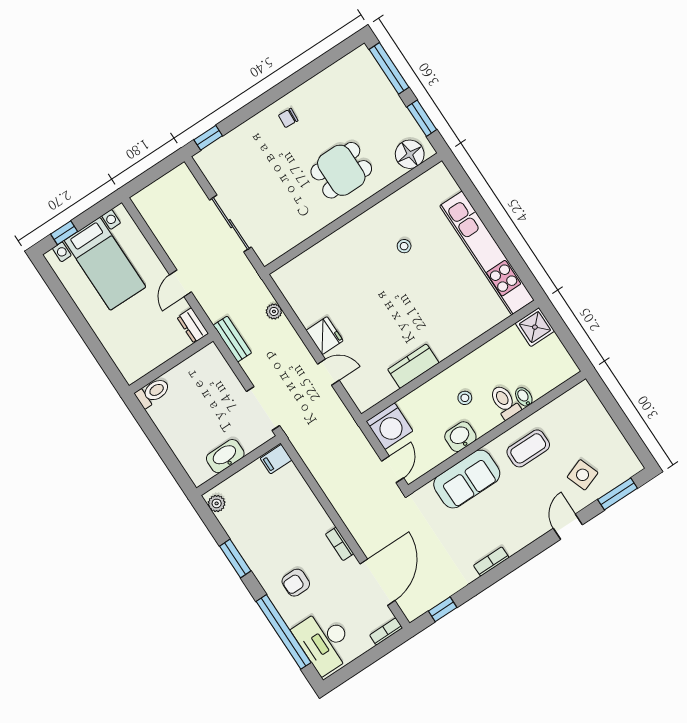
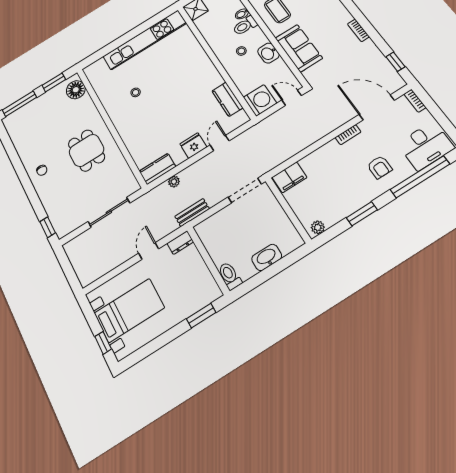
dining table: (341, 170) -> (86, 150), moved
door: (180, 283) -> (149, 251), swing flipped
kitchen counter: (291, 287) -> (157, 169), added
window: (103, 358) -> (201, 316), added
kitchen counter: (413, 366) -> (227, 99), moved
washbasin: (225, 456) -> (267, 257), moved, turned 90
filing cabinet: (276, 459) -> (289, 177), width x2.00

